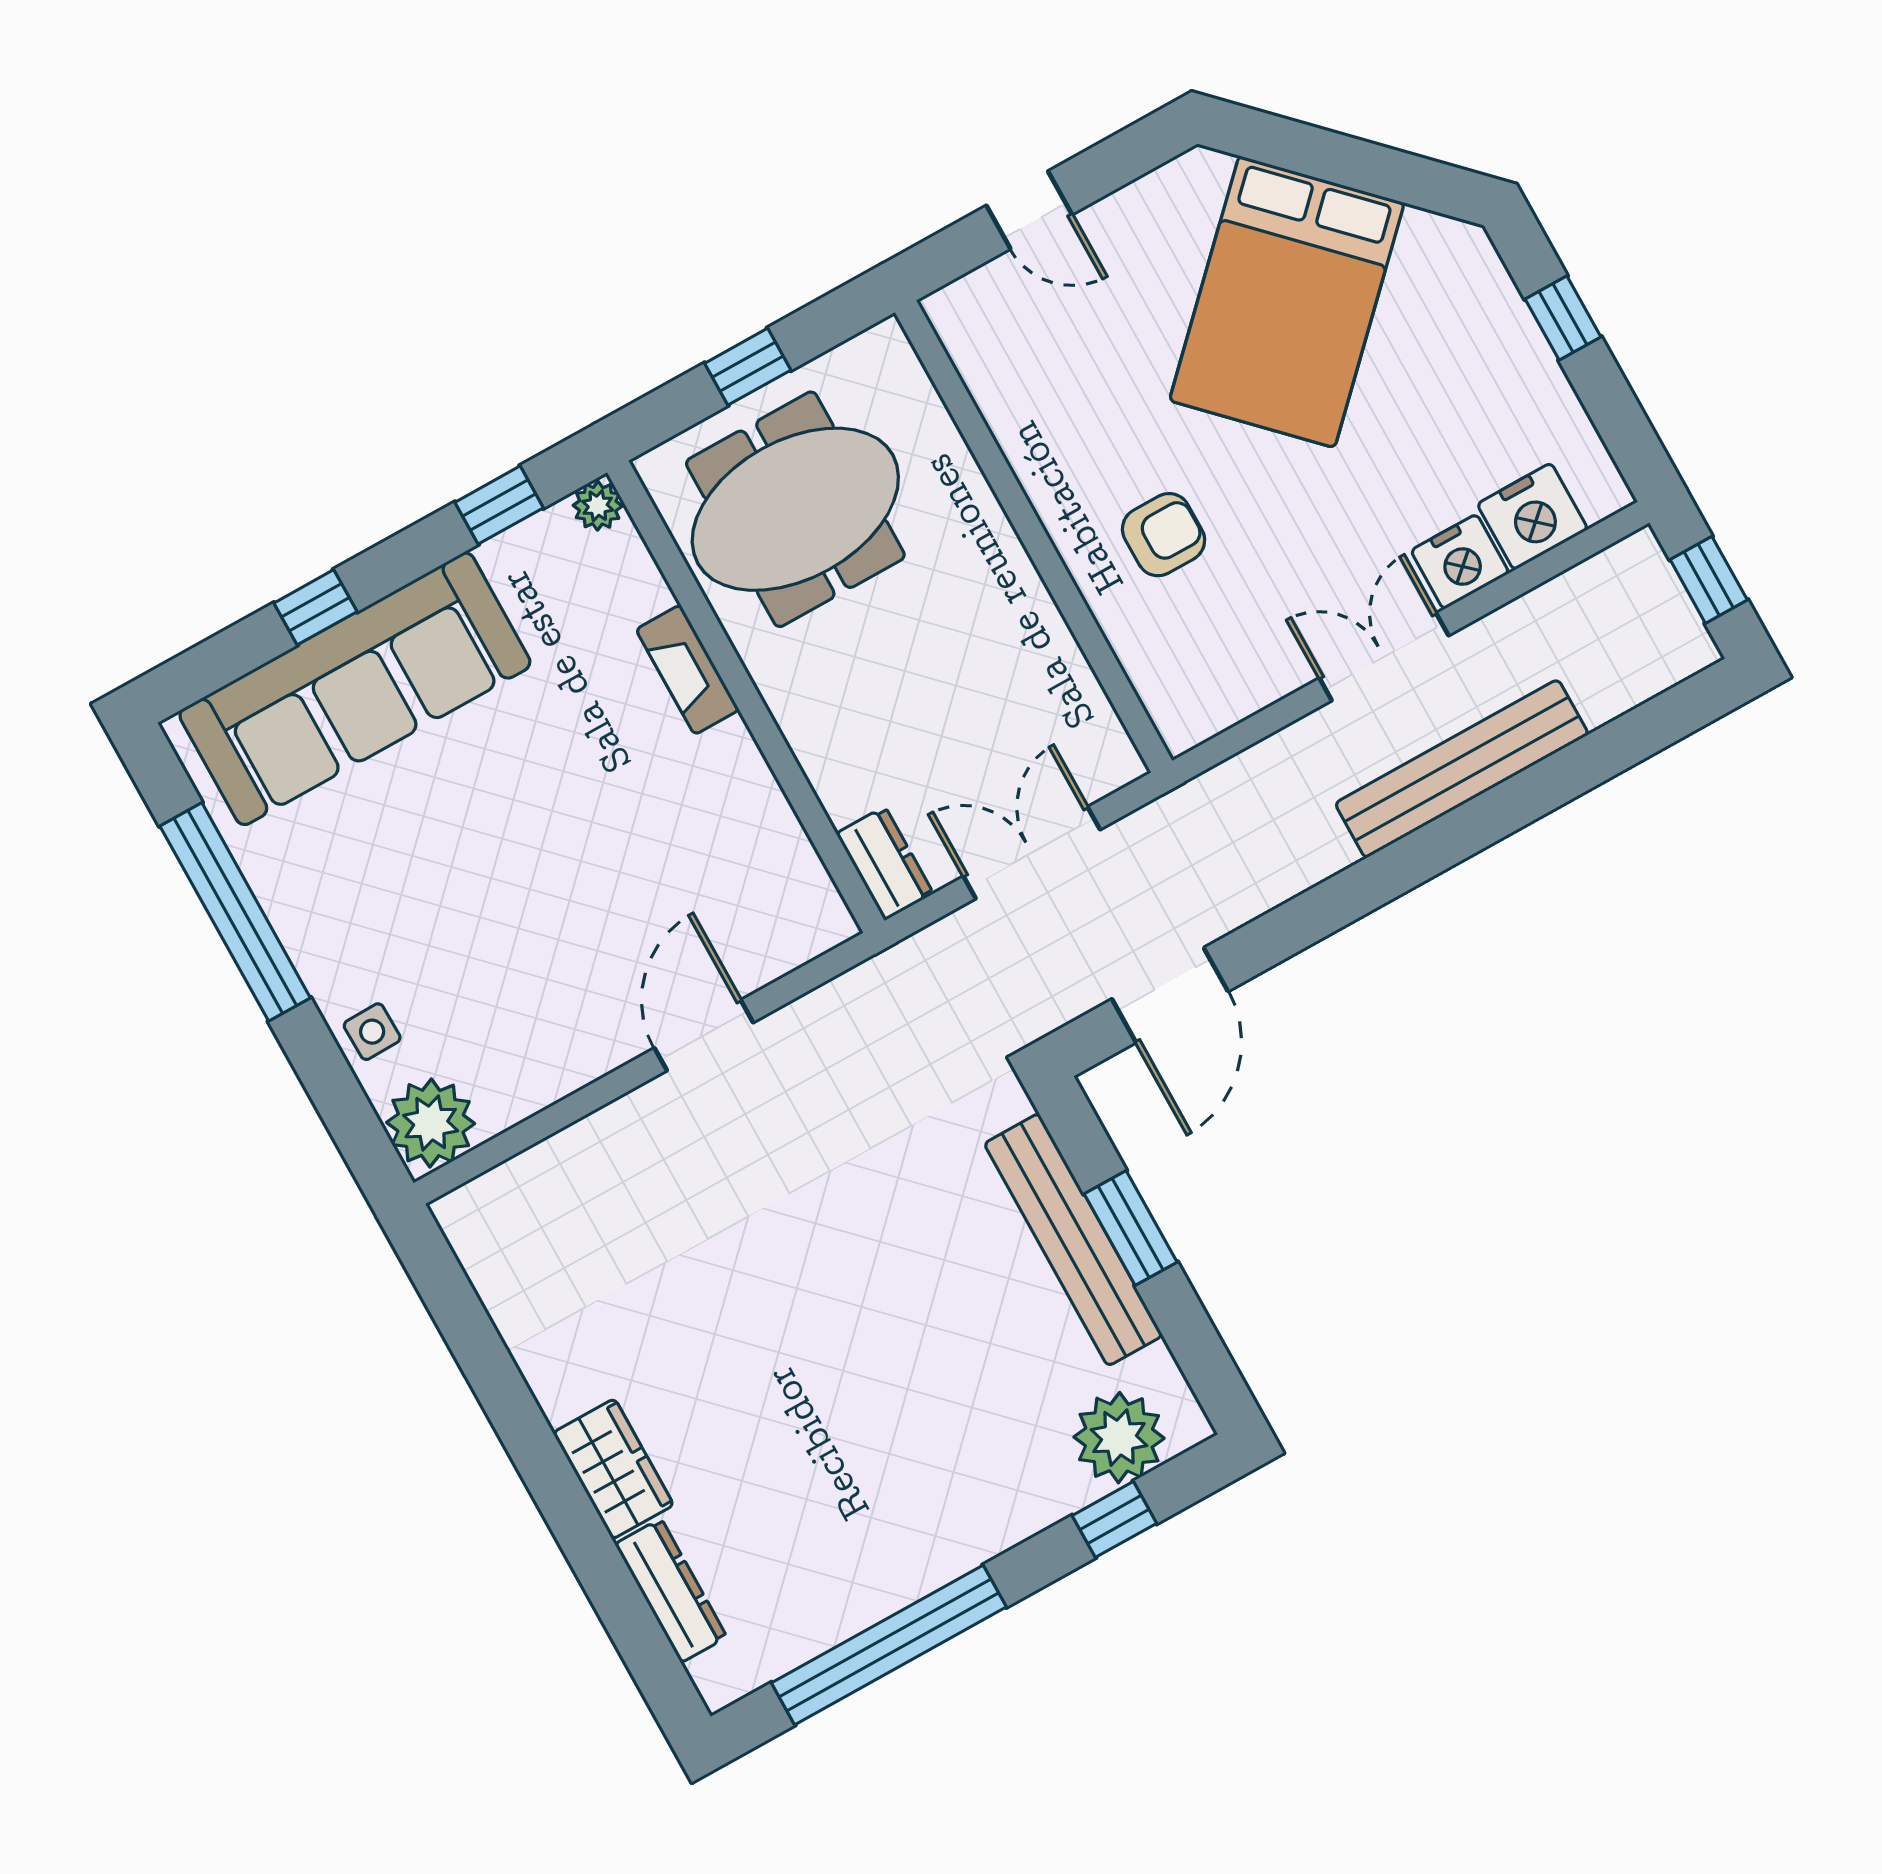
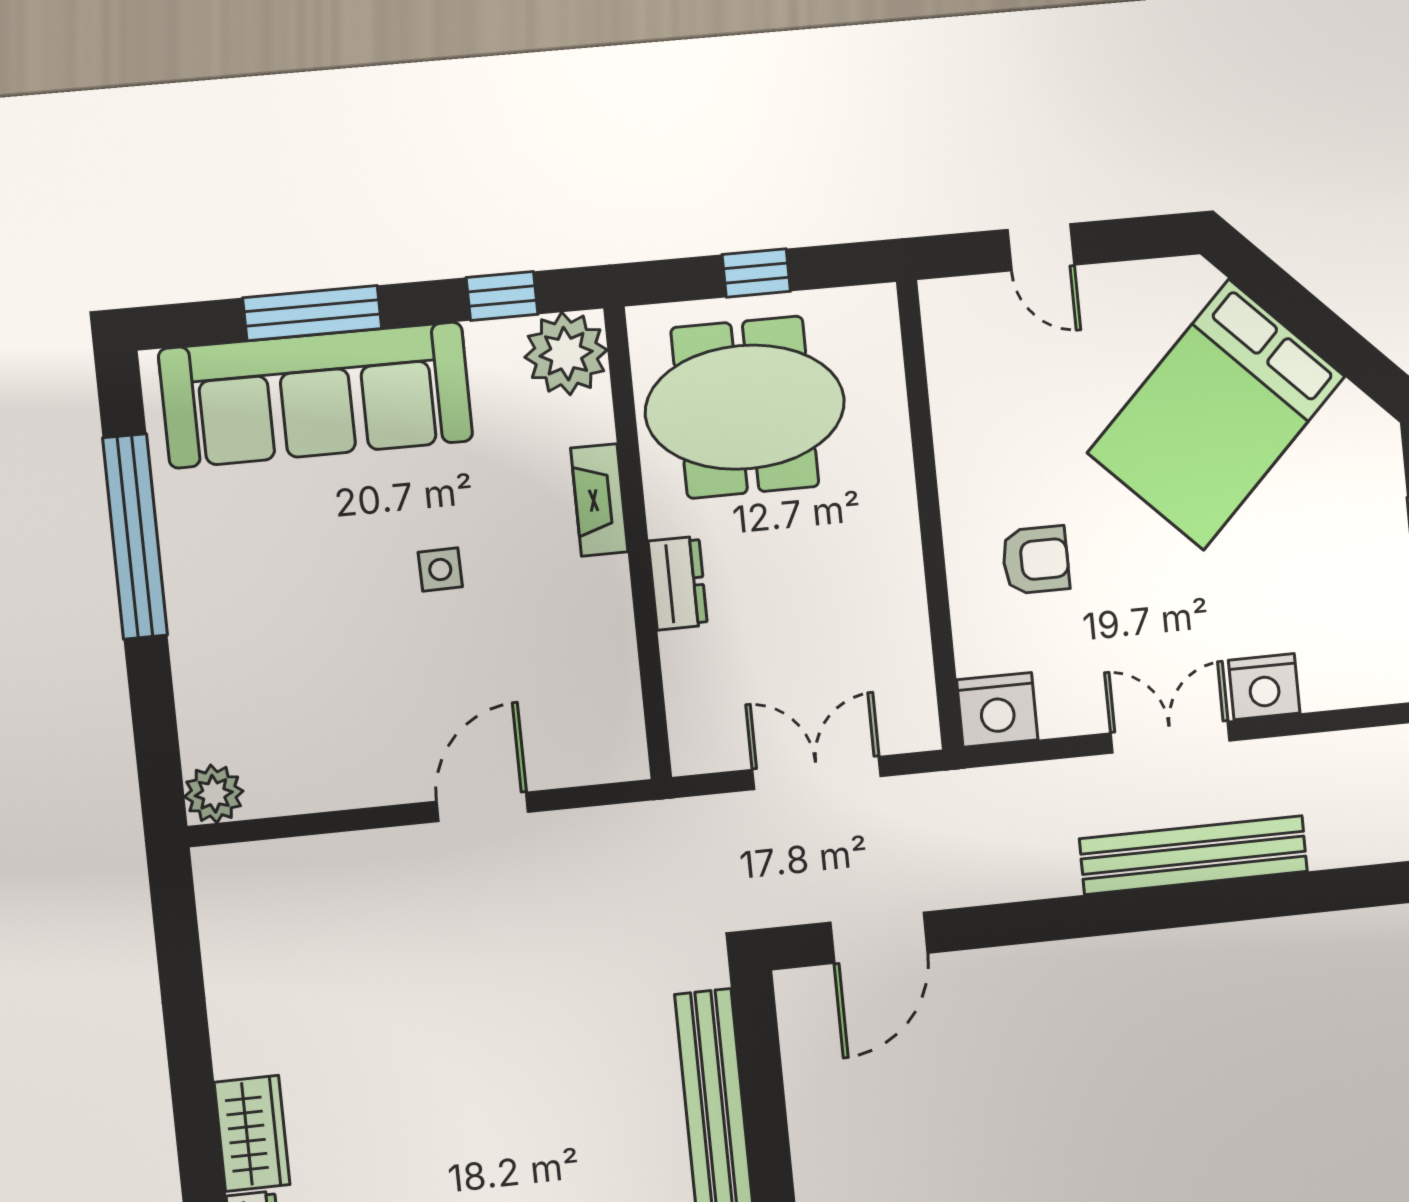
plant: (598, 506) -> (566, 354), width x1.88, depth x1.88
nightstand: (1533, 517) -> (997, 710), moved
window: (315, 607) -> (312, 313), width x2.17
dresser: (885, 863) -> (678, 583), moved
side table: (372, 1032) -> (440, 569), moved
plant: (431, 1123) -> (214, 794), width x0.73, depth x0.73
window: (1131, 1228) -> (765, 1115), removed

